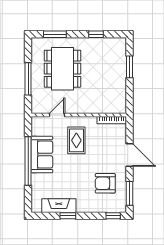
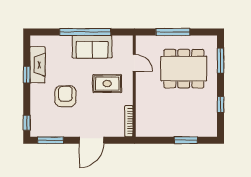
armchair: (105, 183) -> (65, 96), moved

